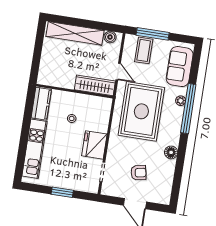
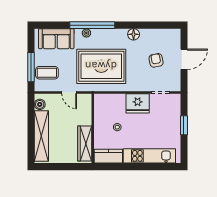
door: (118, 72) -> (69, 92), swing flipped
wardrobe: (95, 85) -> (85, 144), moved

